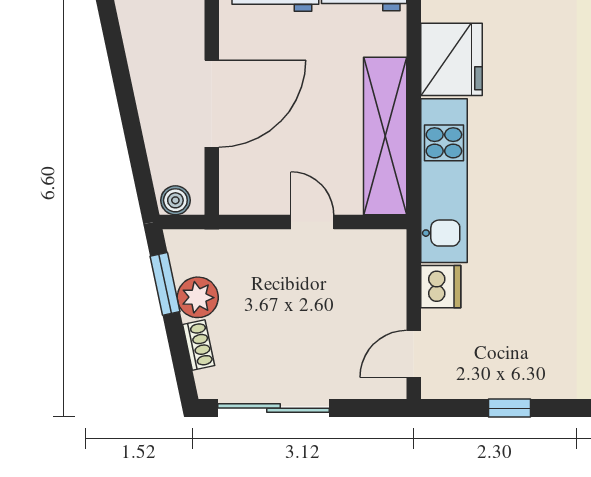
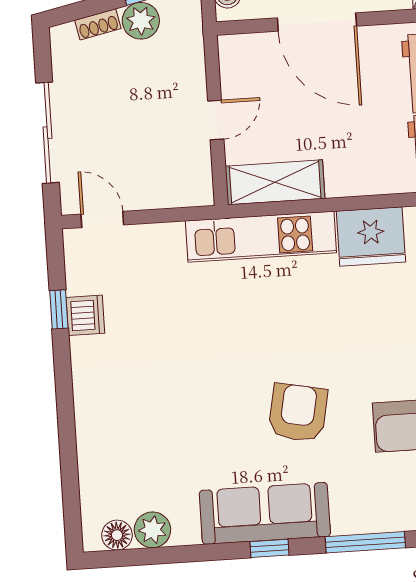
shelving: (385, 136) -> (275, 182), width x0.68
dishwasher: (441, 287) -> (85, 315), moved, turned -90
sliding door: (273, 408) -> (47, 133), moved

